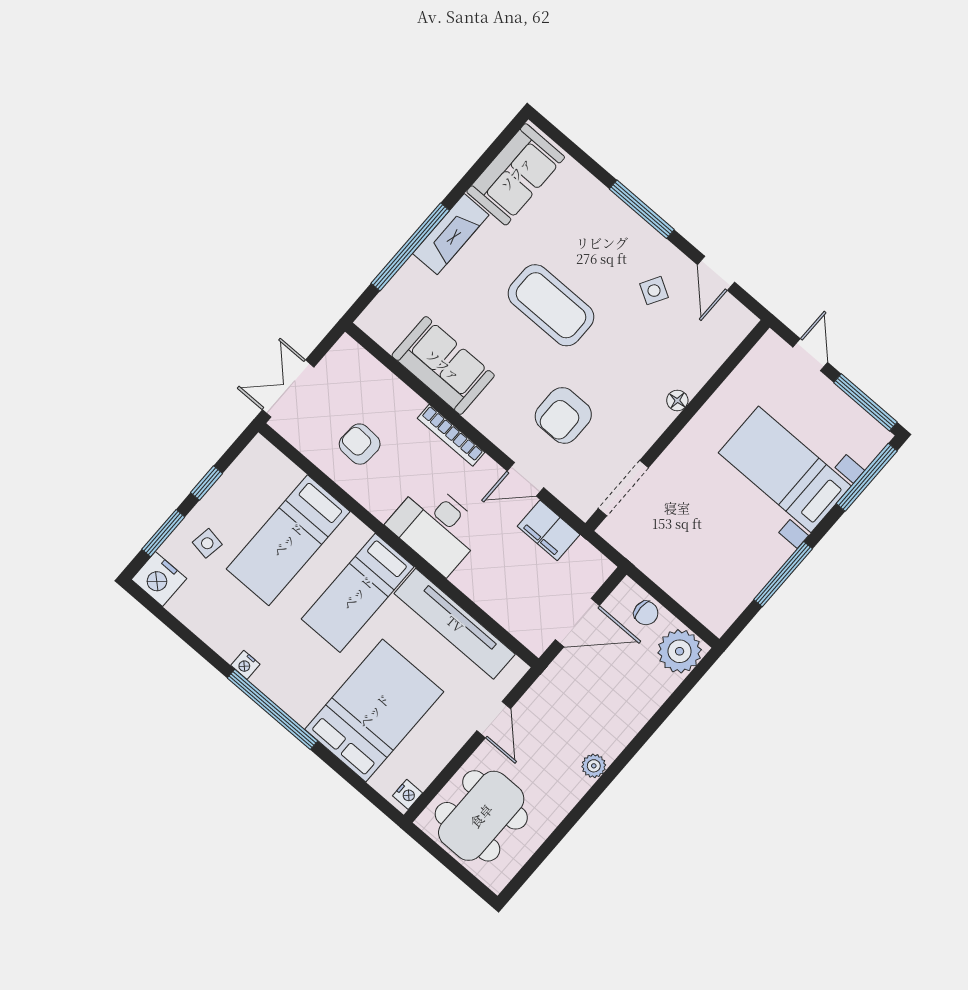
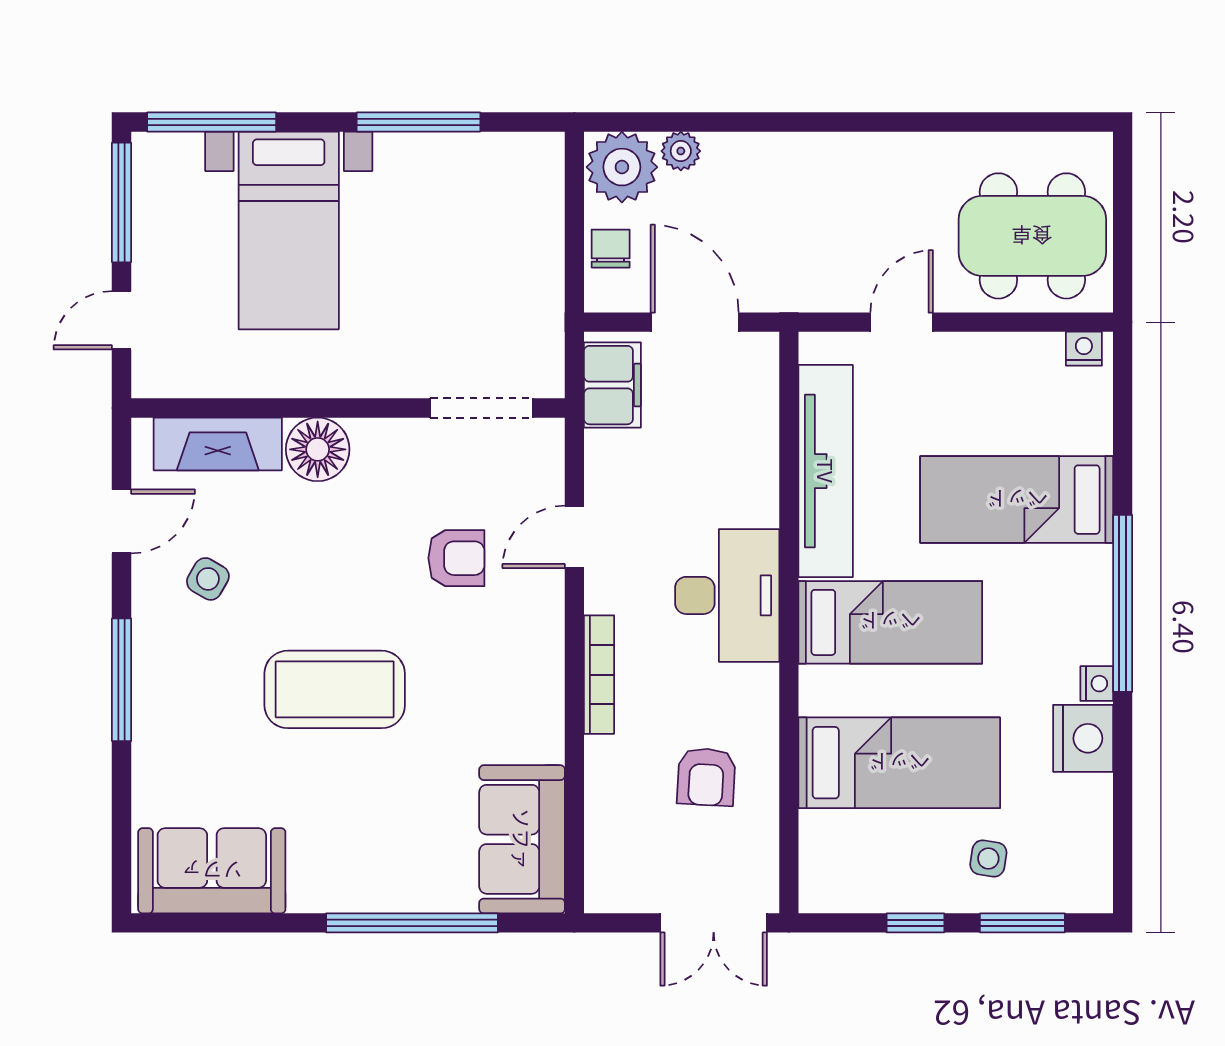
fireplace: (451, 234) -> (218, 444), moved, turned 180
coffee table: (551, 305) -> (335, 689), turned 90
sofa: (443, 365) -> (522, 839), moved
floor lamp: (677, 400) -> (318, 449), width x1.89, depth x1.89
armchair: (563, 415) -> (456, 558), width x0.72, depth x0.72
door: (525, 479) -> (574, 537), swing flipped
filing cabinet: (549, 530) -> (612, 385), moved
nightstand: (159, 579) -> (1083, 738), moved
bed: (374, 711) -> (1017, 500), width x0.67
plant: (594, 766) -> (681, 151), moved

